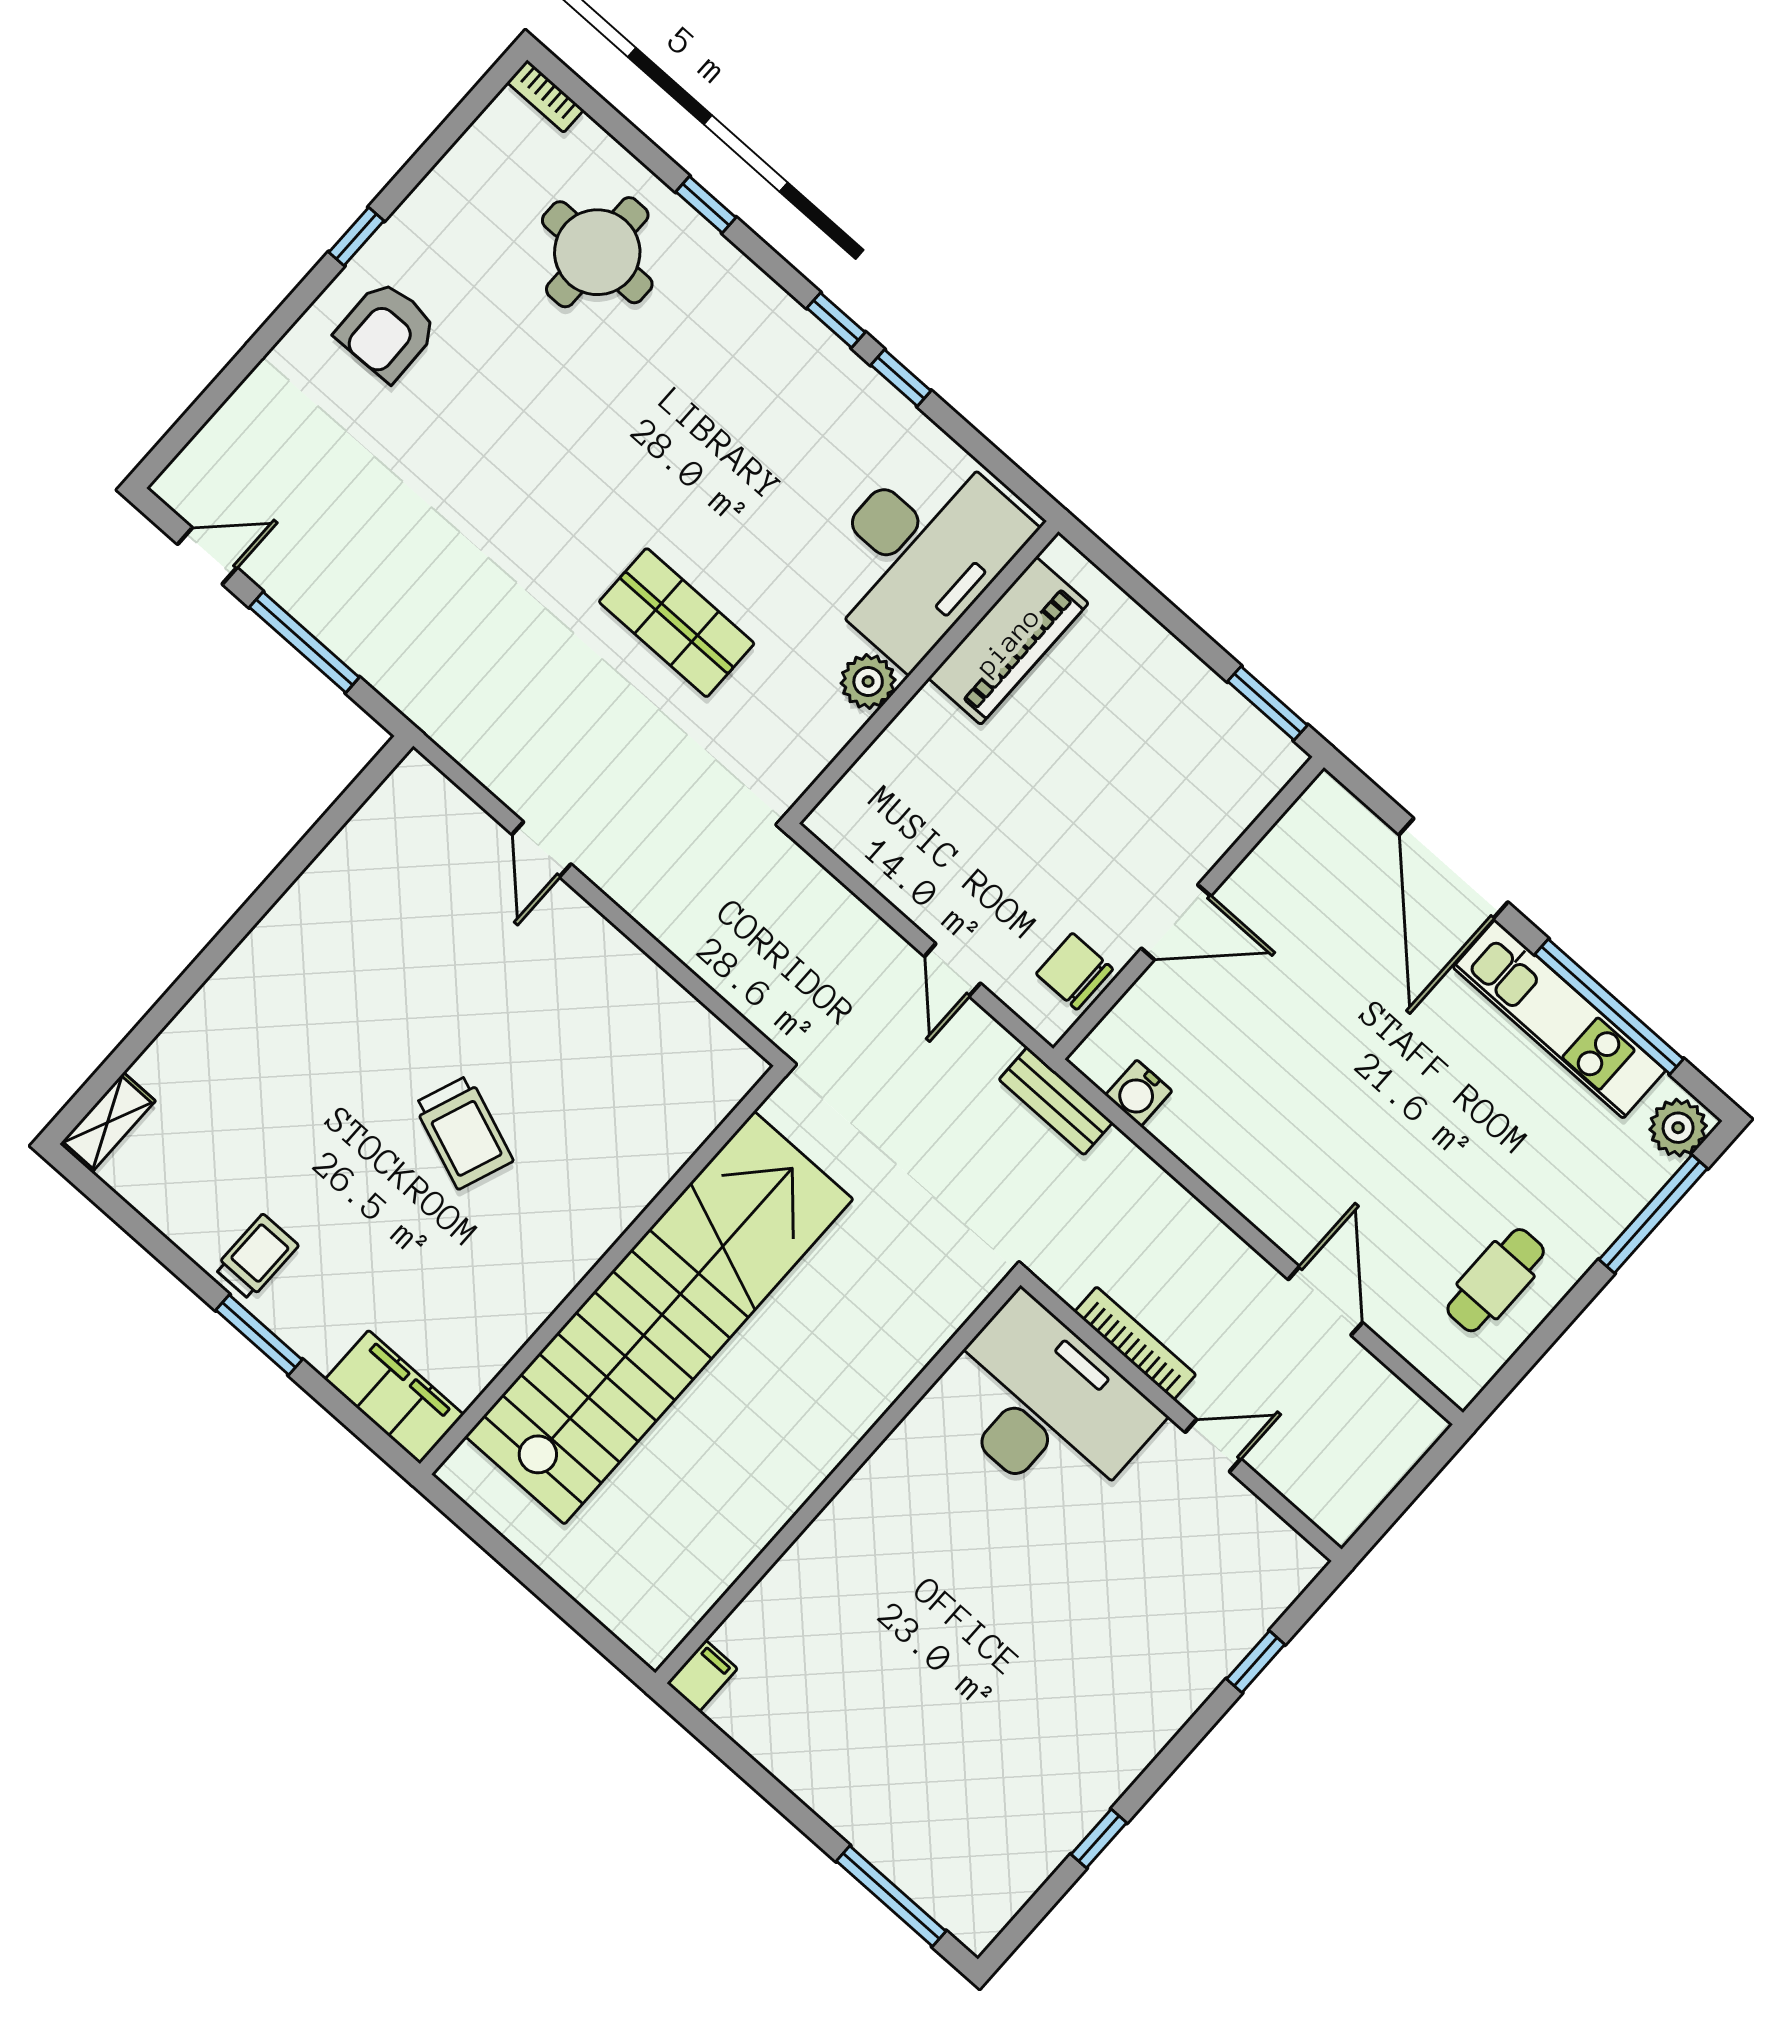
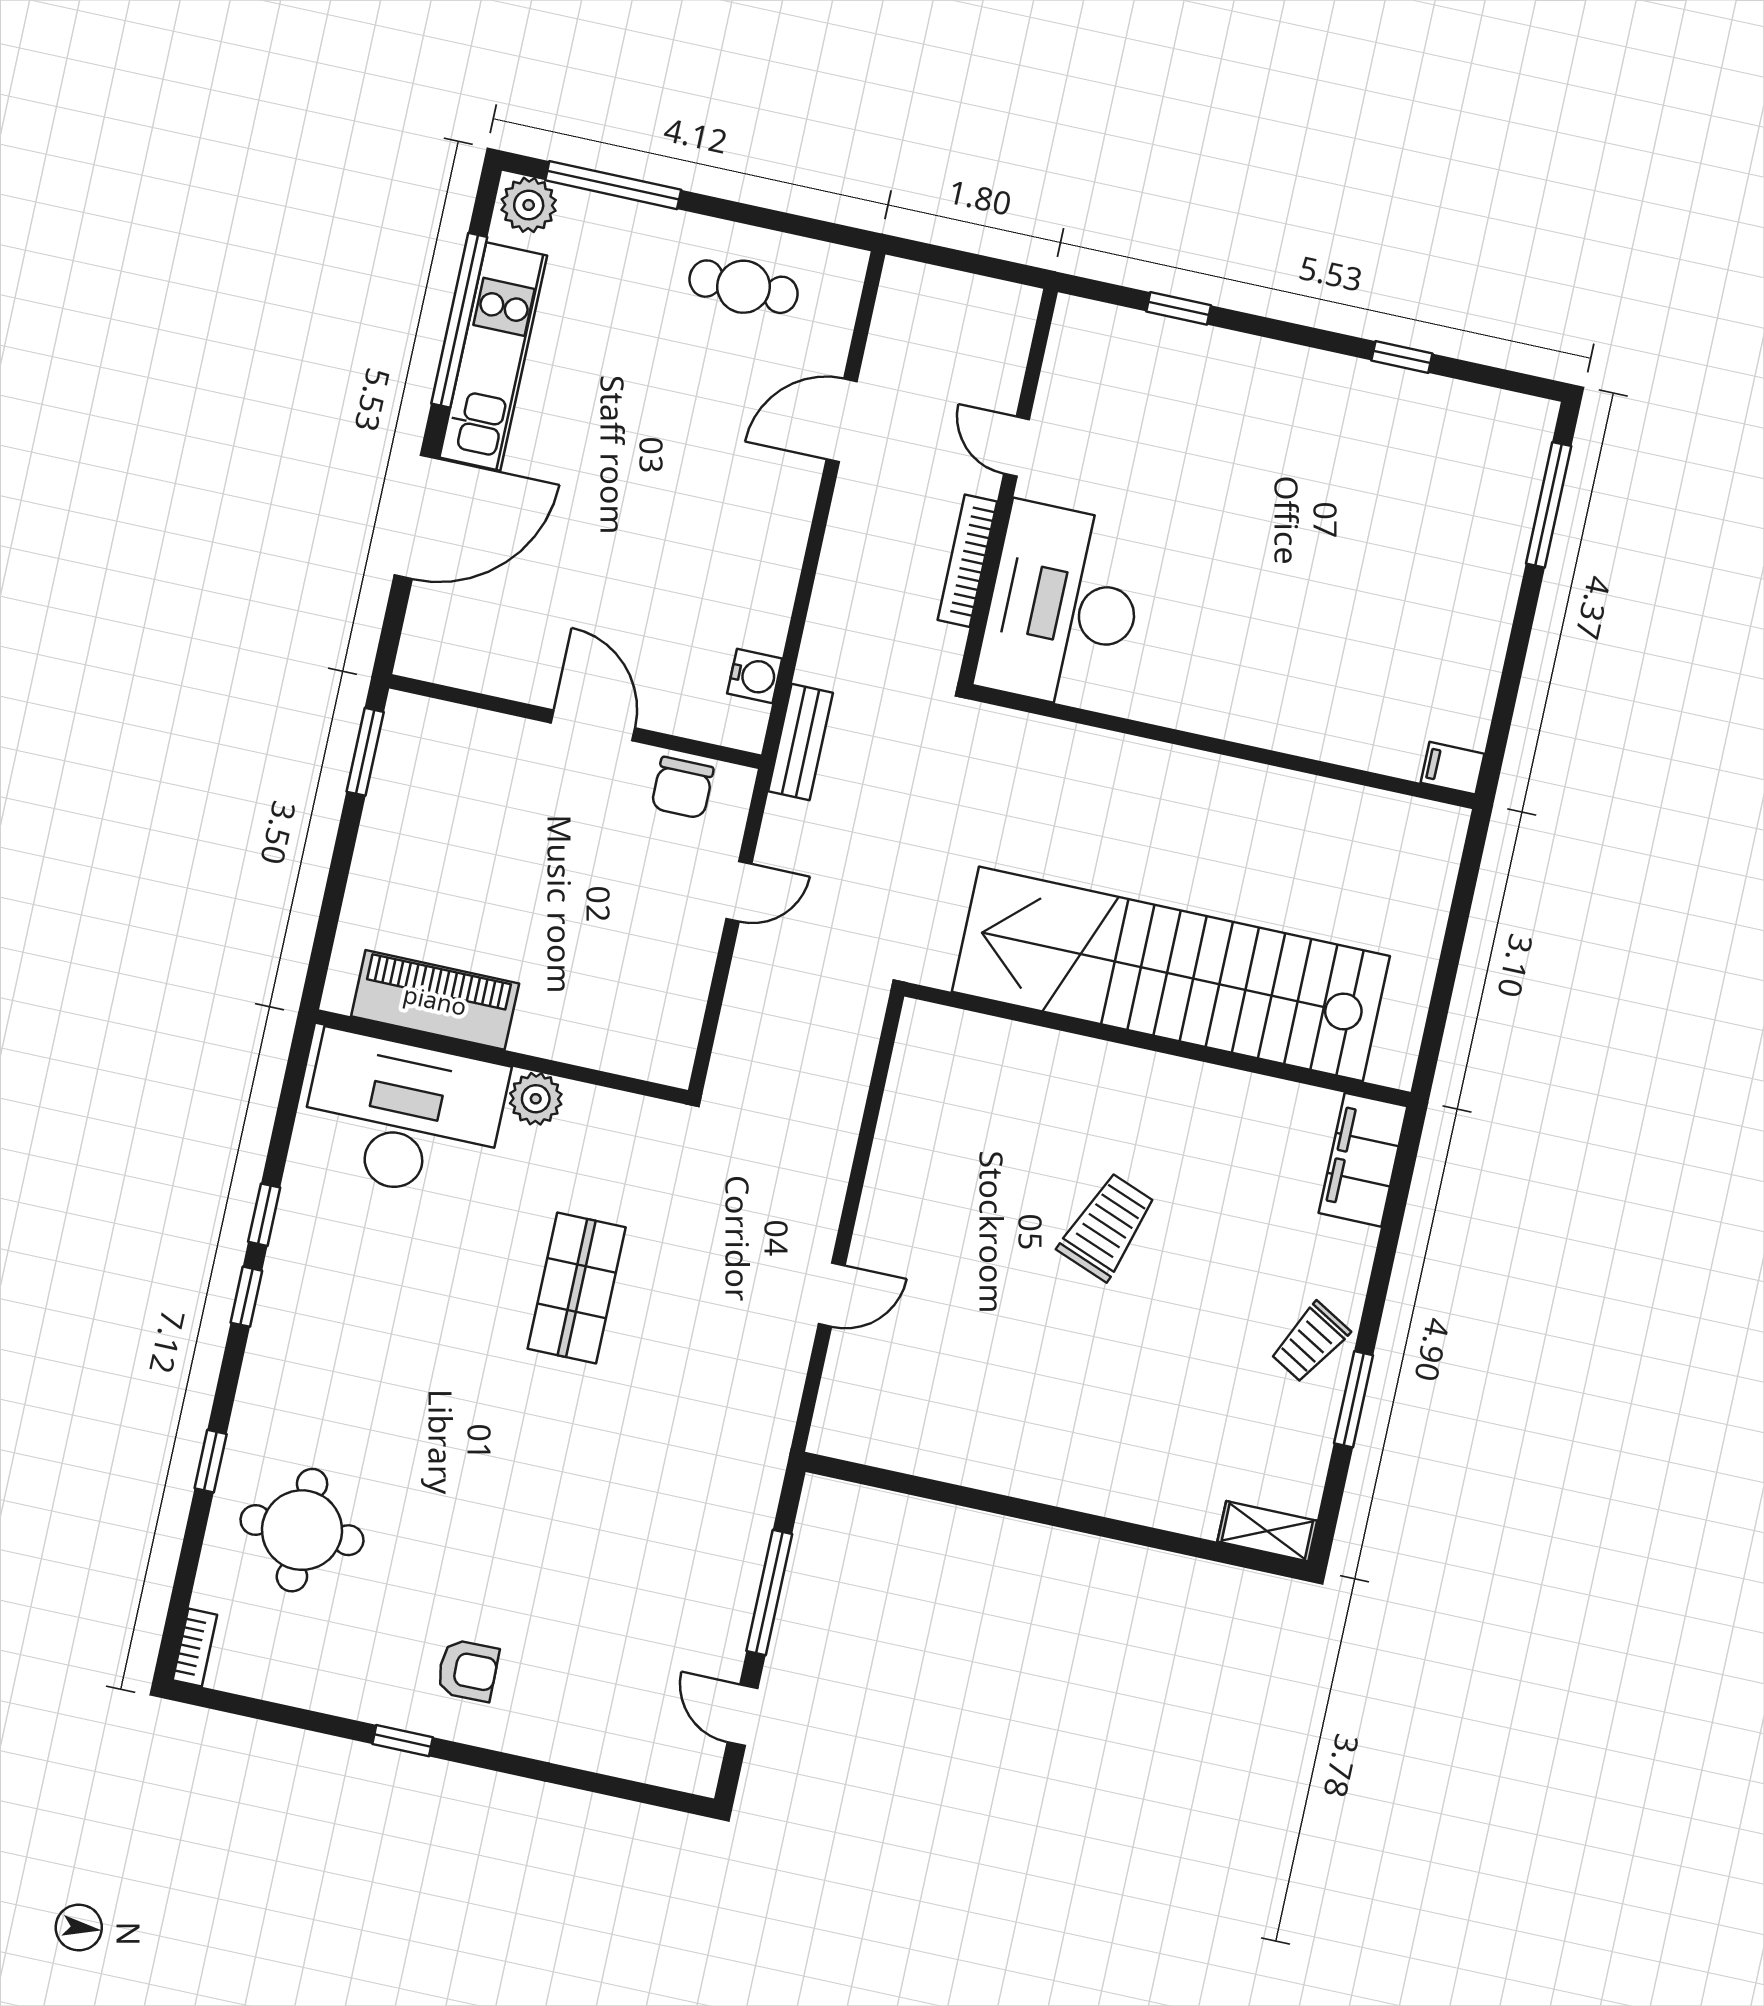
armchair: (387, 331) -> (468, 1670), width x0.72, depth x0.72
trolley: (256, 1257) -> (1310, 1342), turned -60
window: (259, 1335) -> (1354, 1399), moved

